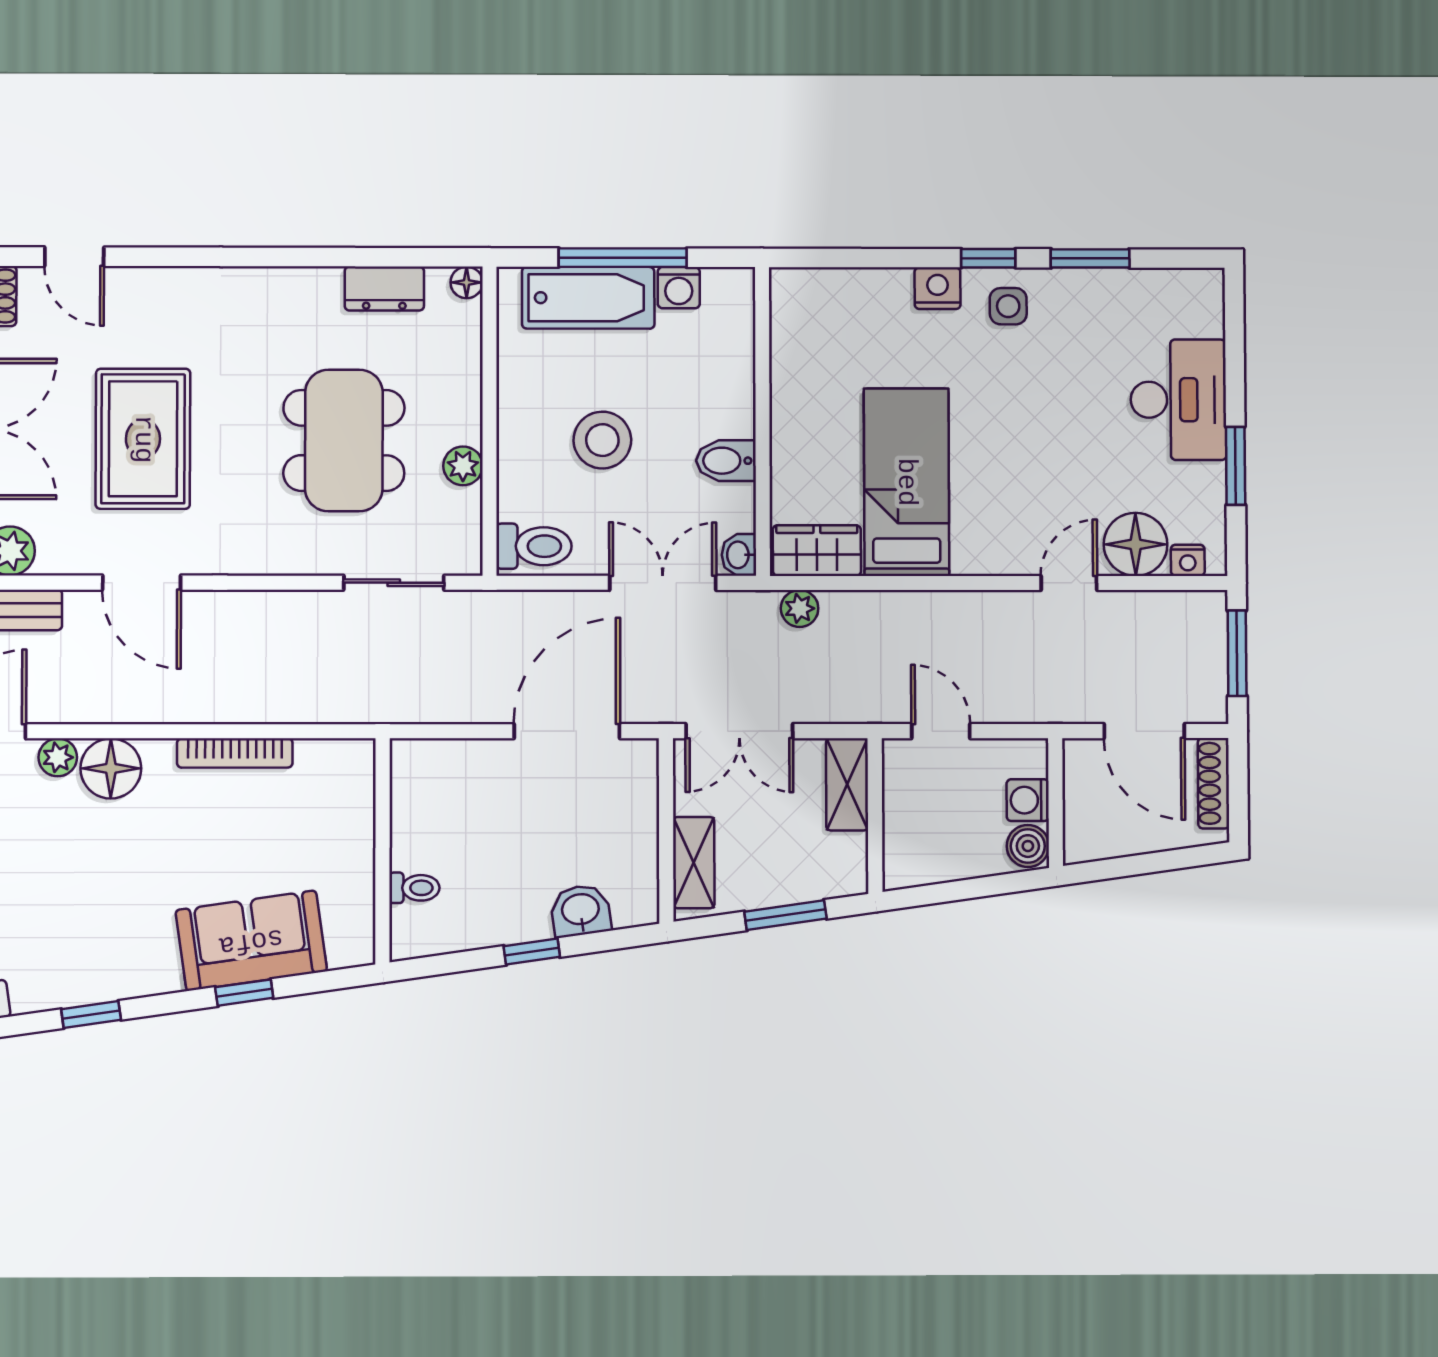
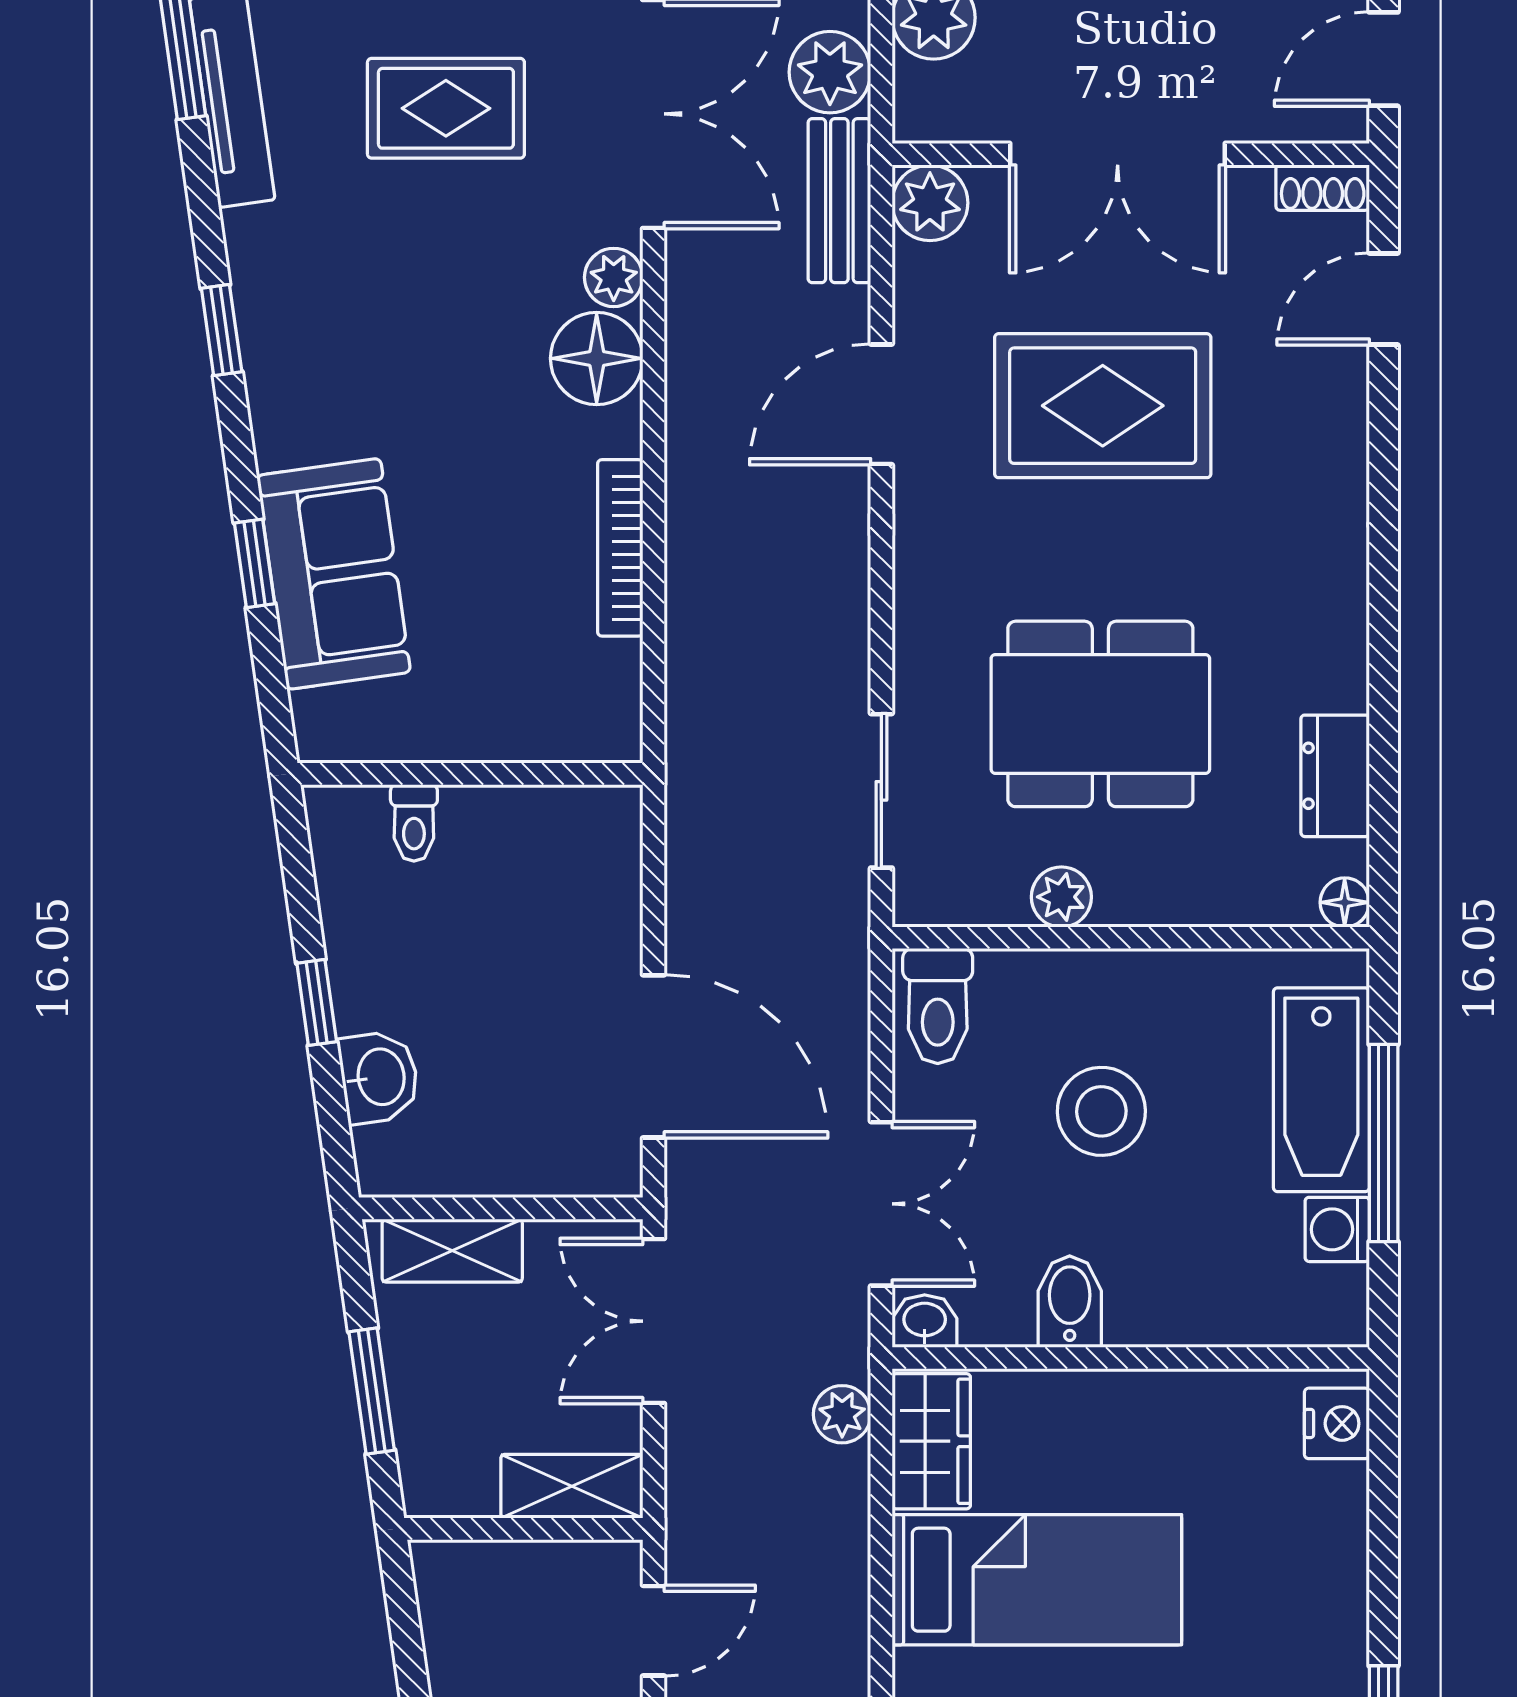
nightstand: (938, 288) -> (1337, 1423), moved

